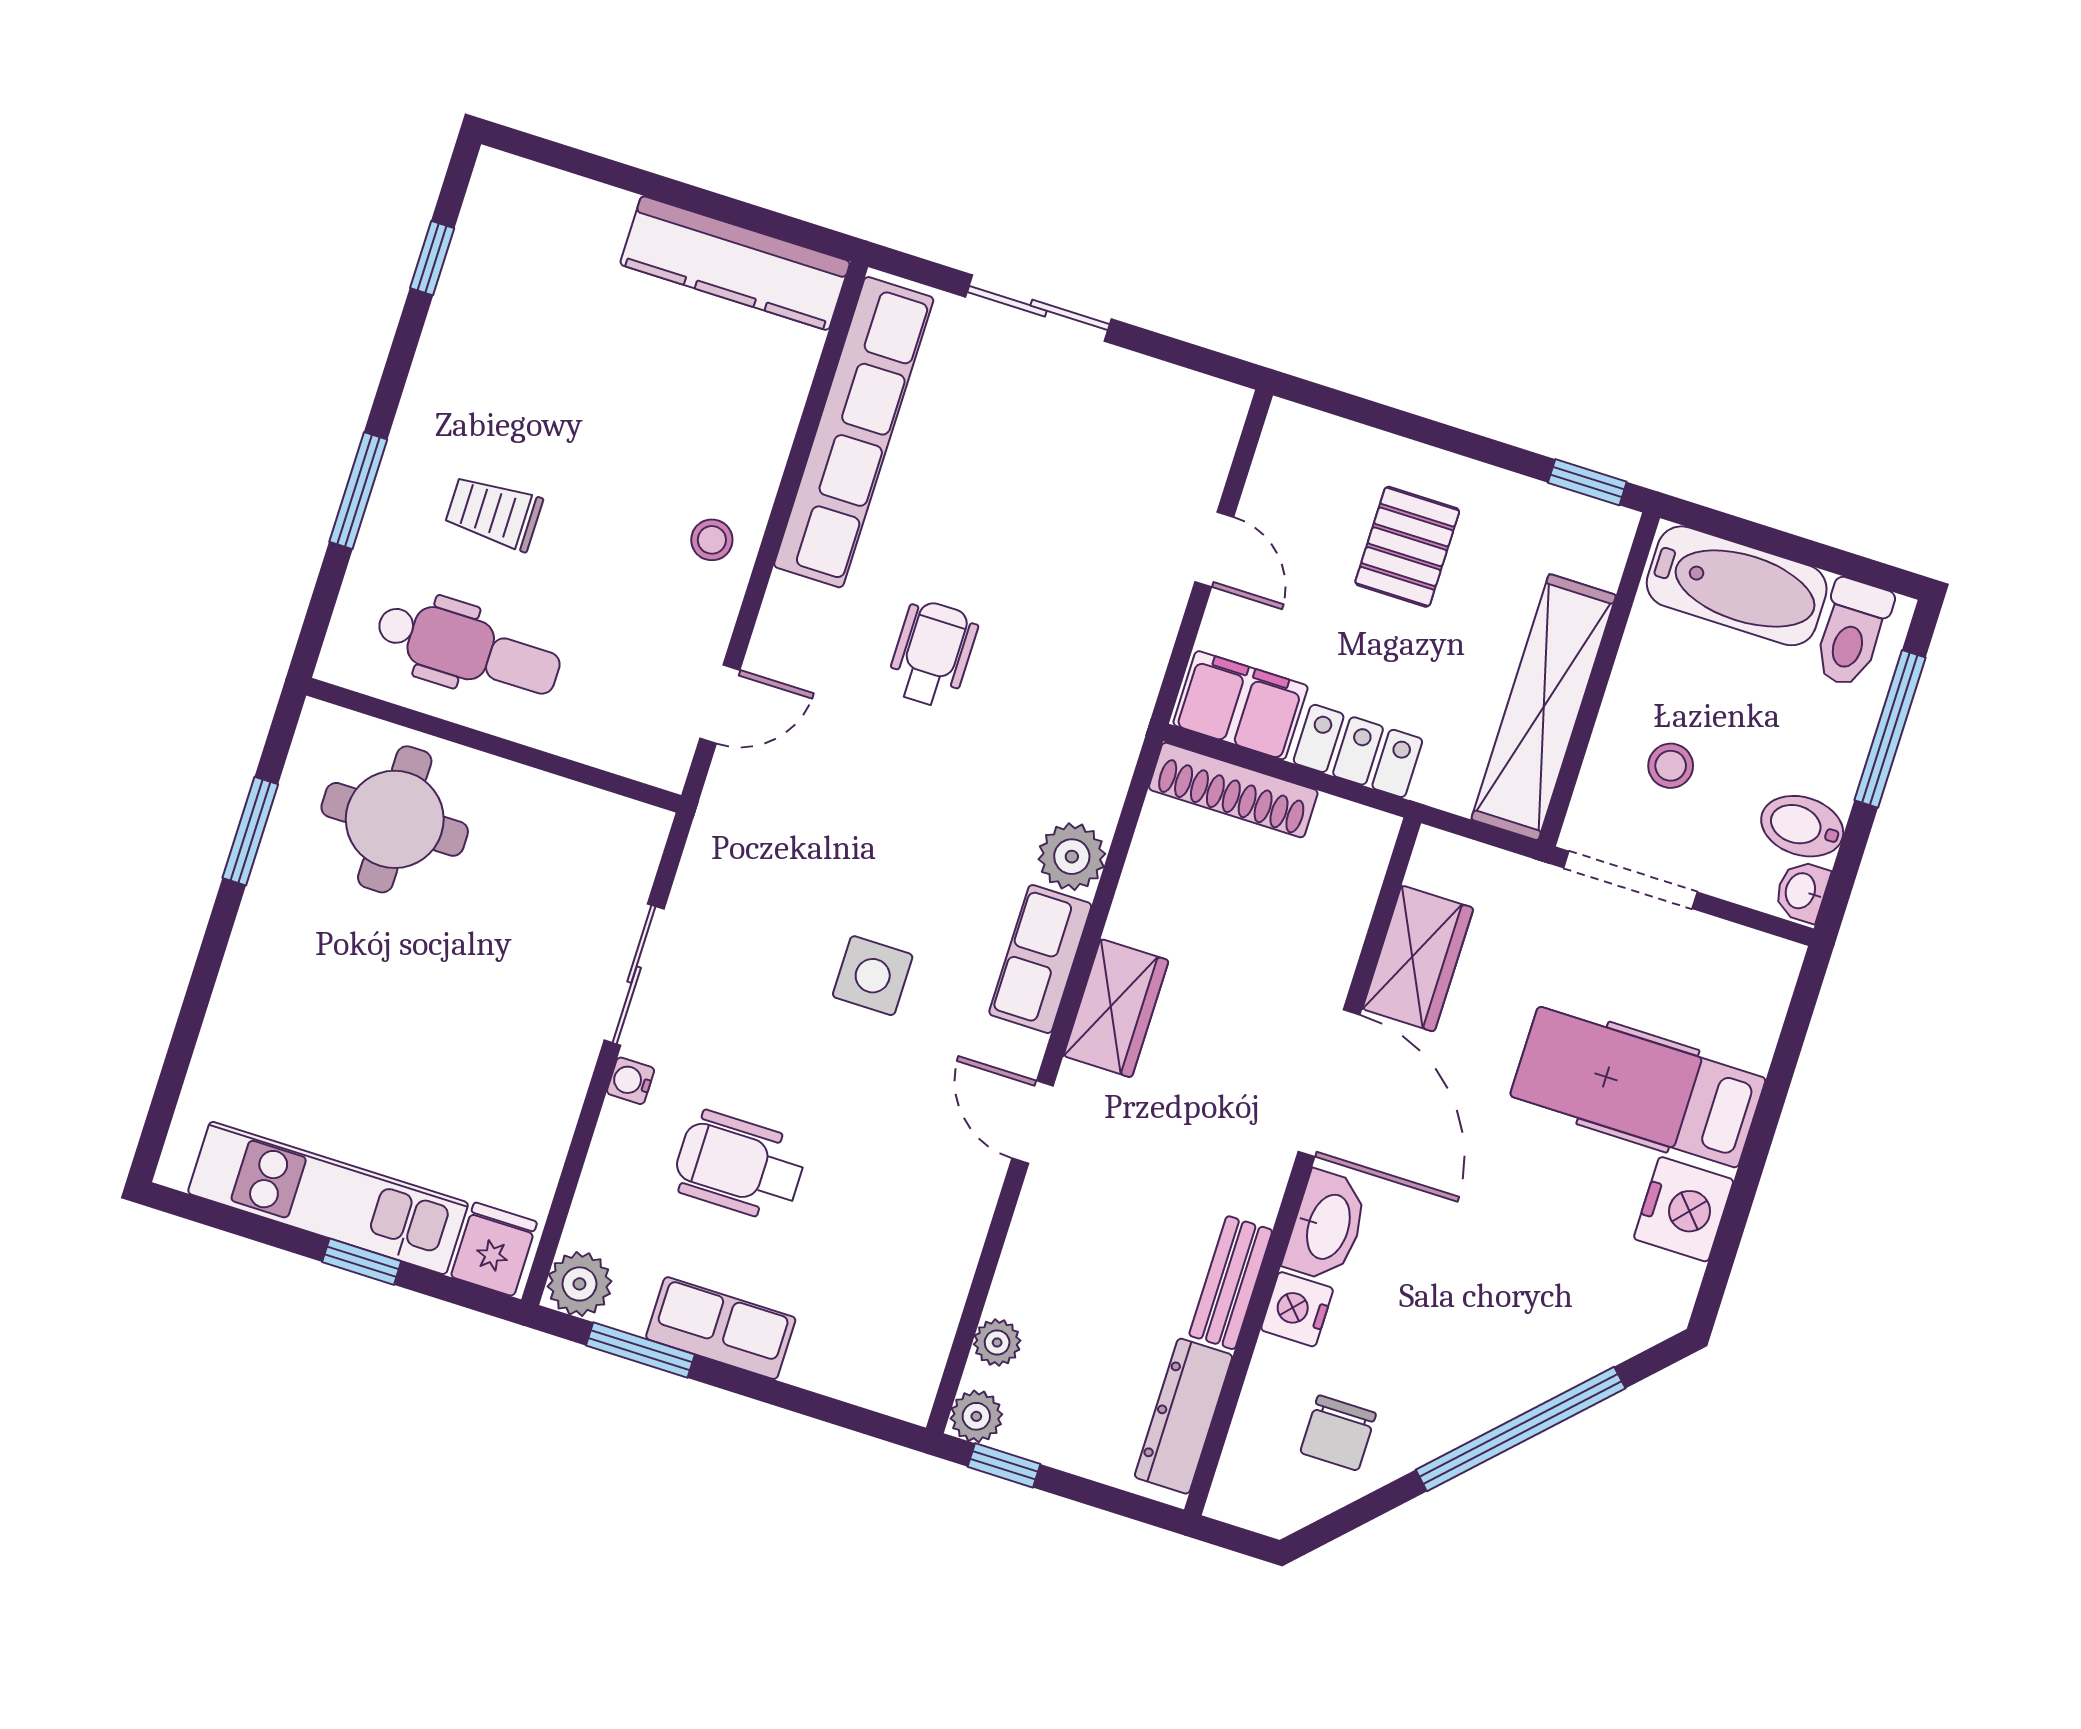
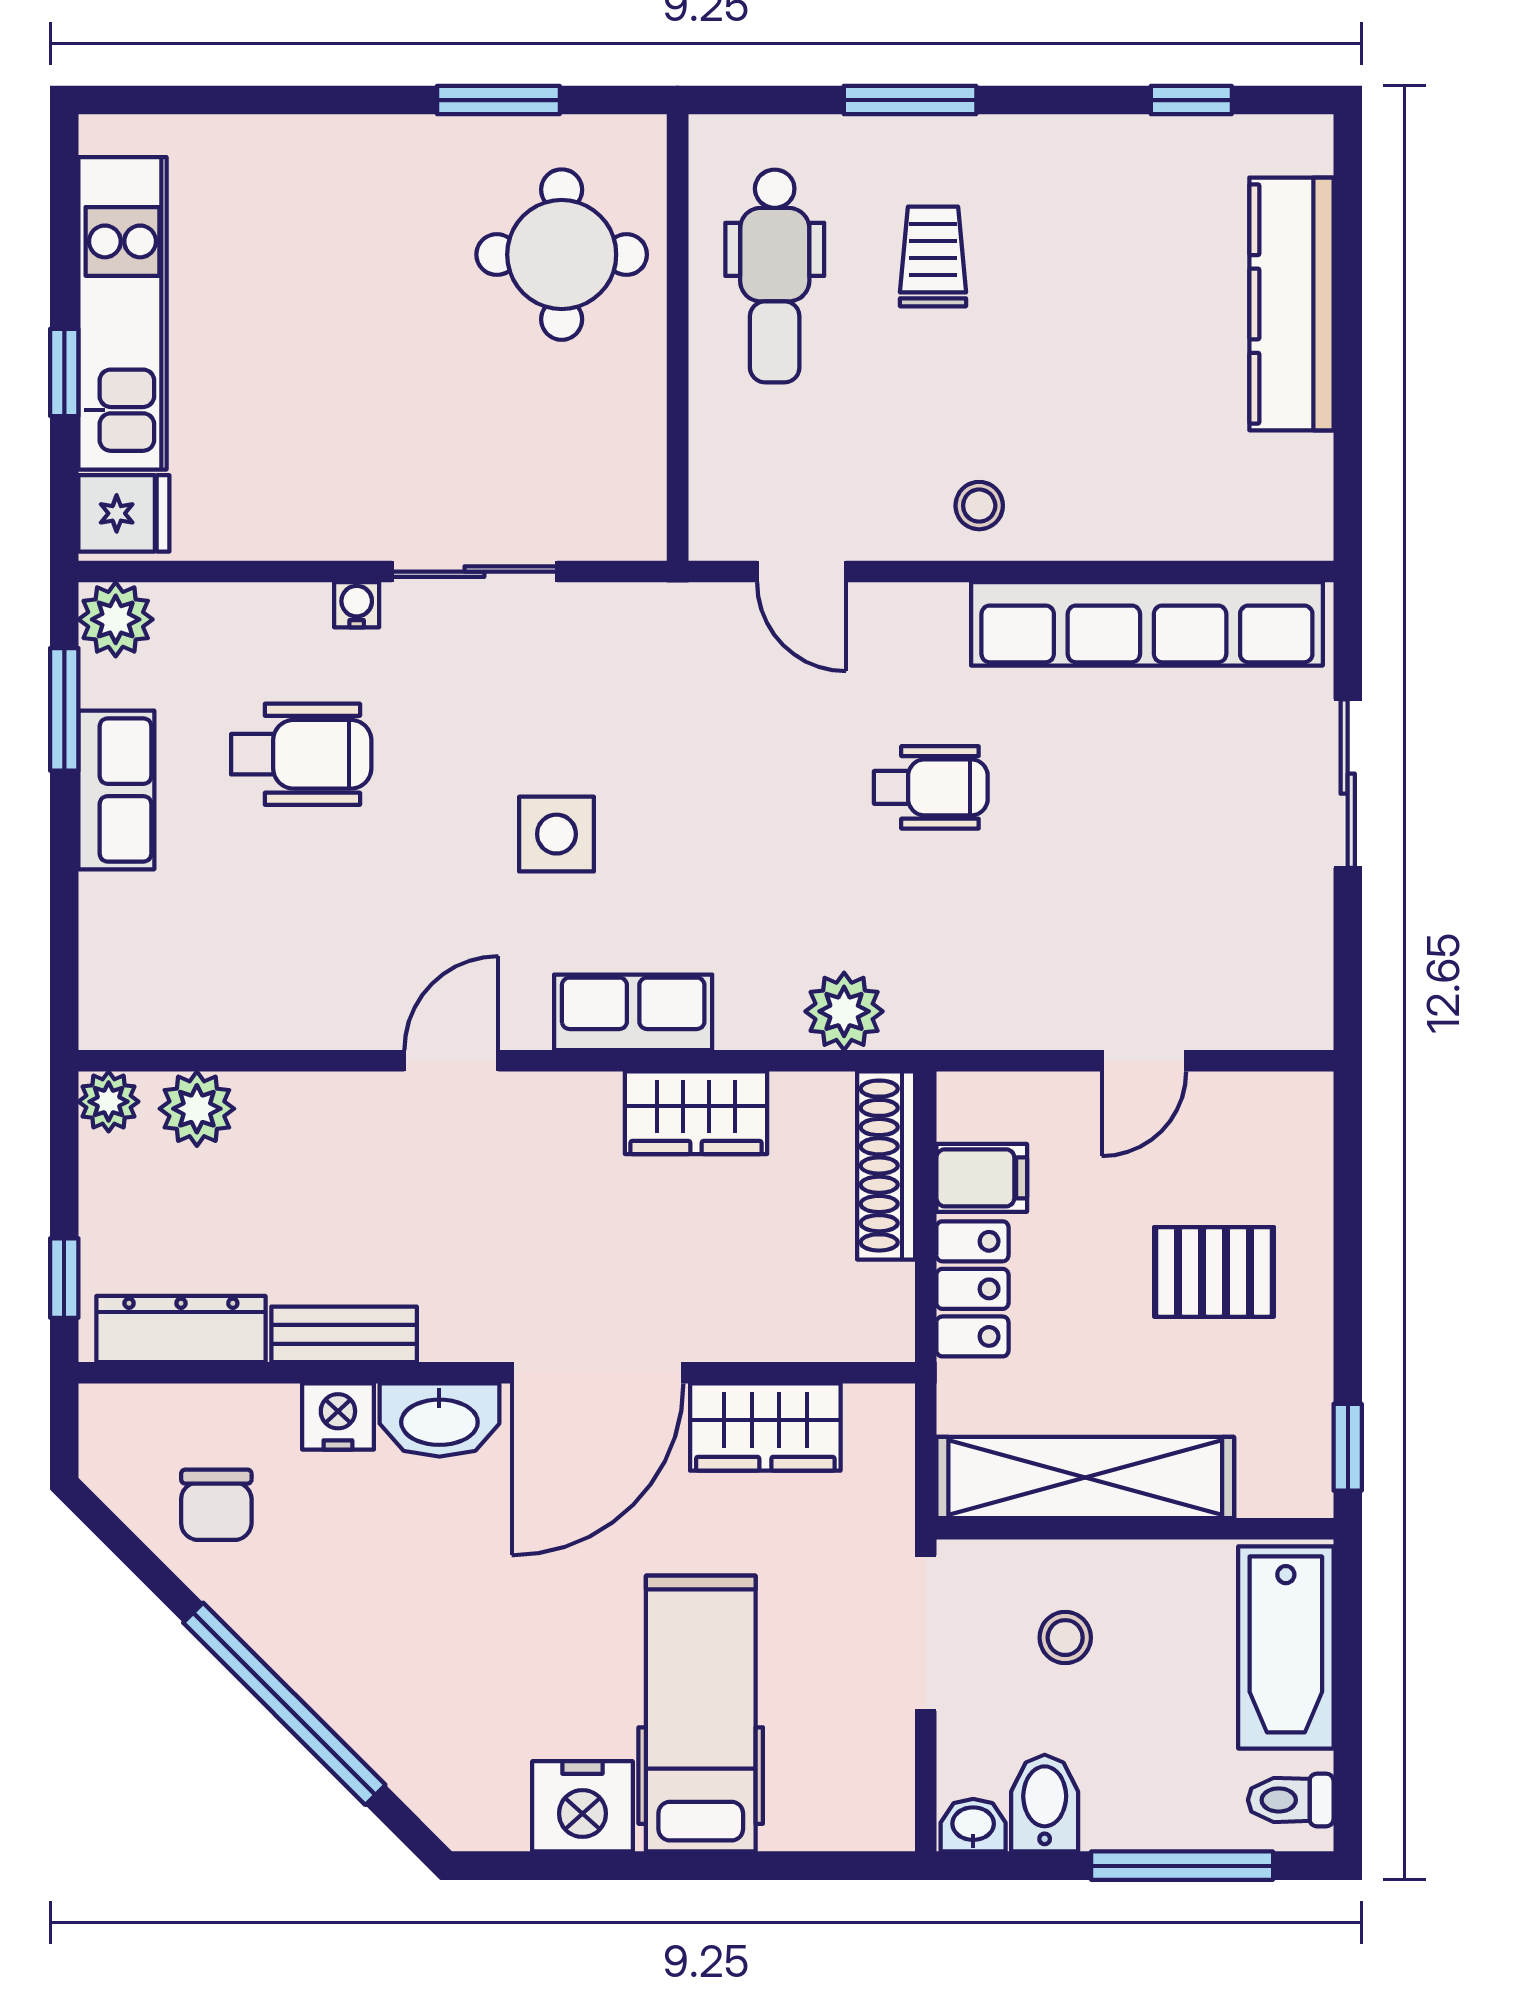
kitchen counter: (735, 263) -> (1291, 304), moved
toilet: (1852, 633) -> (1291, 1800), width x0.73, depth x0.72
filing cabinet: (1240, 705) -> (982, 1178), width x0.50
plant: (1072, 857) -> (844, 1011), moved
wardrobe: (1116, 1008) -> (696, 1113), moved
wheelchair: (740, 1166) -> (301, 754), turned 90
plant: (997, 1342) -> (197, 1109), width x1.38, depth x1.38
chair: (1338, 1433) -> (216, 1505), turned -90
window: (1004, 1465) -> (64, 1278), moved

